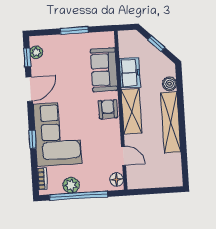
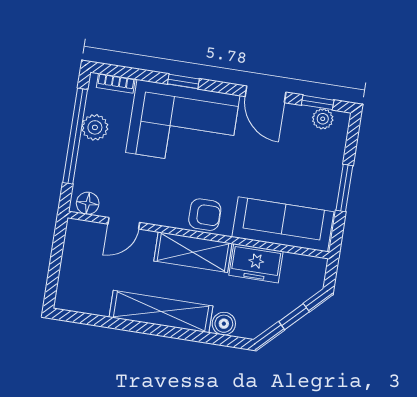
sofa: (104, 70) -> (283, 224), width x1.36

